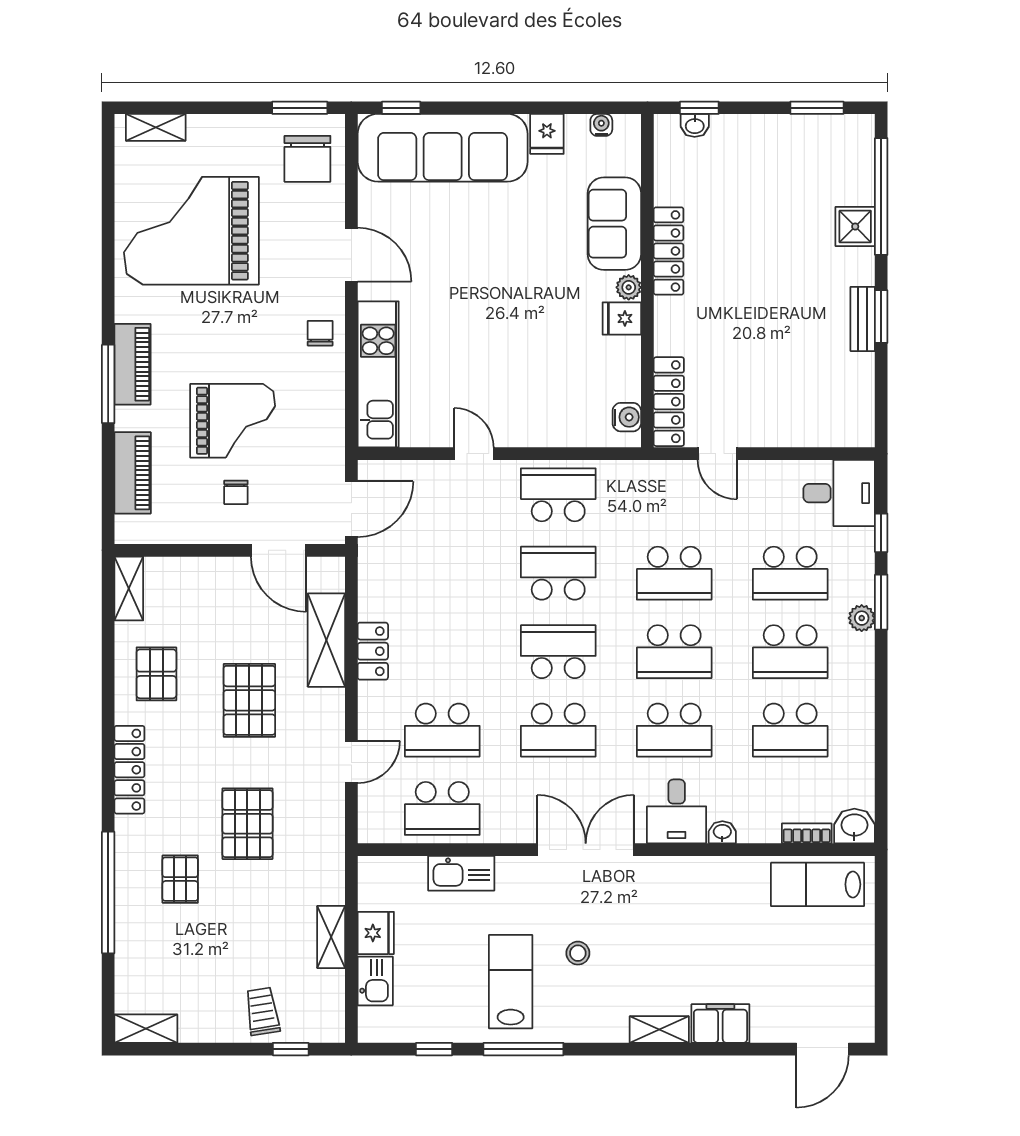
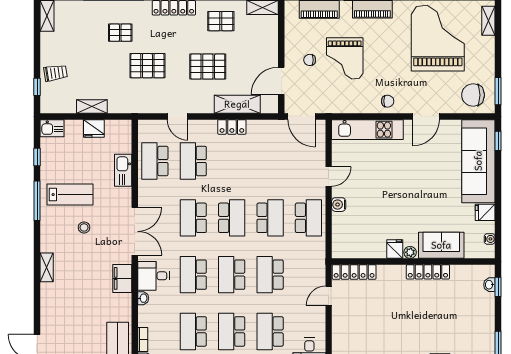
water cooler: (627, 417) -> (339, 205), moved, turned 90
kitchen sink: (375, 981) -> (52, 128), moved
filing cabinet: (720, 1023) -> (122, 278), moved, turned 180

